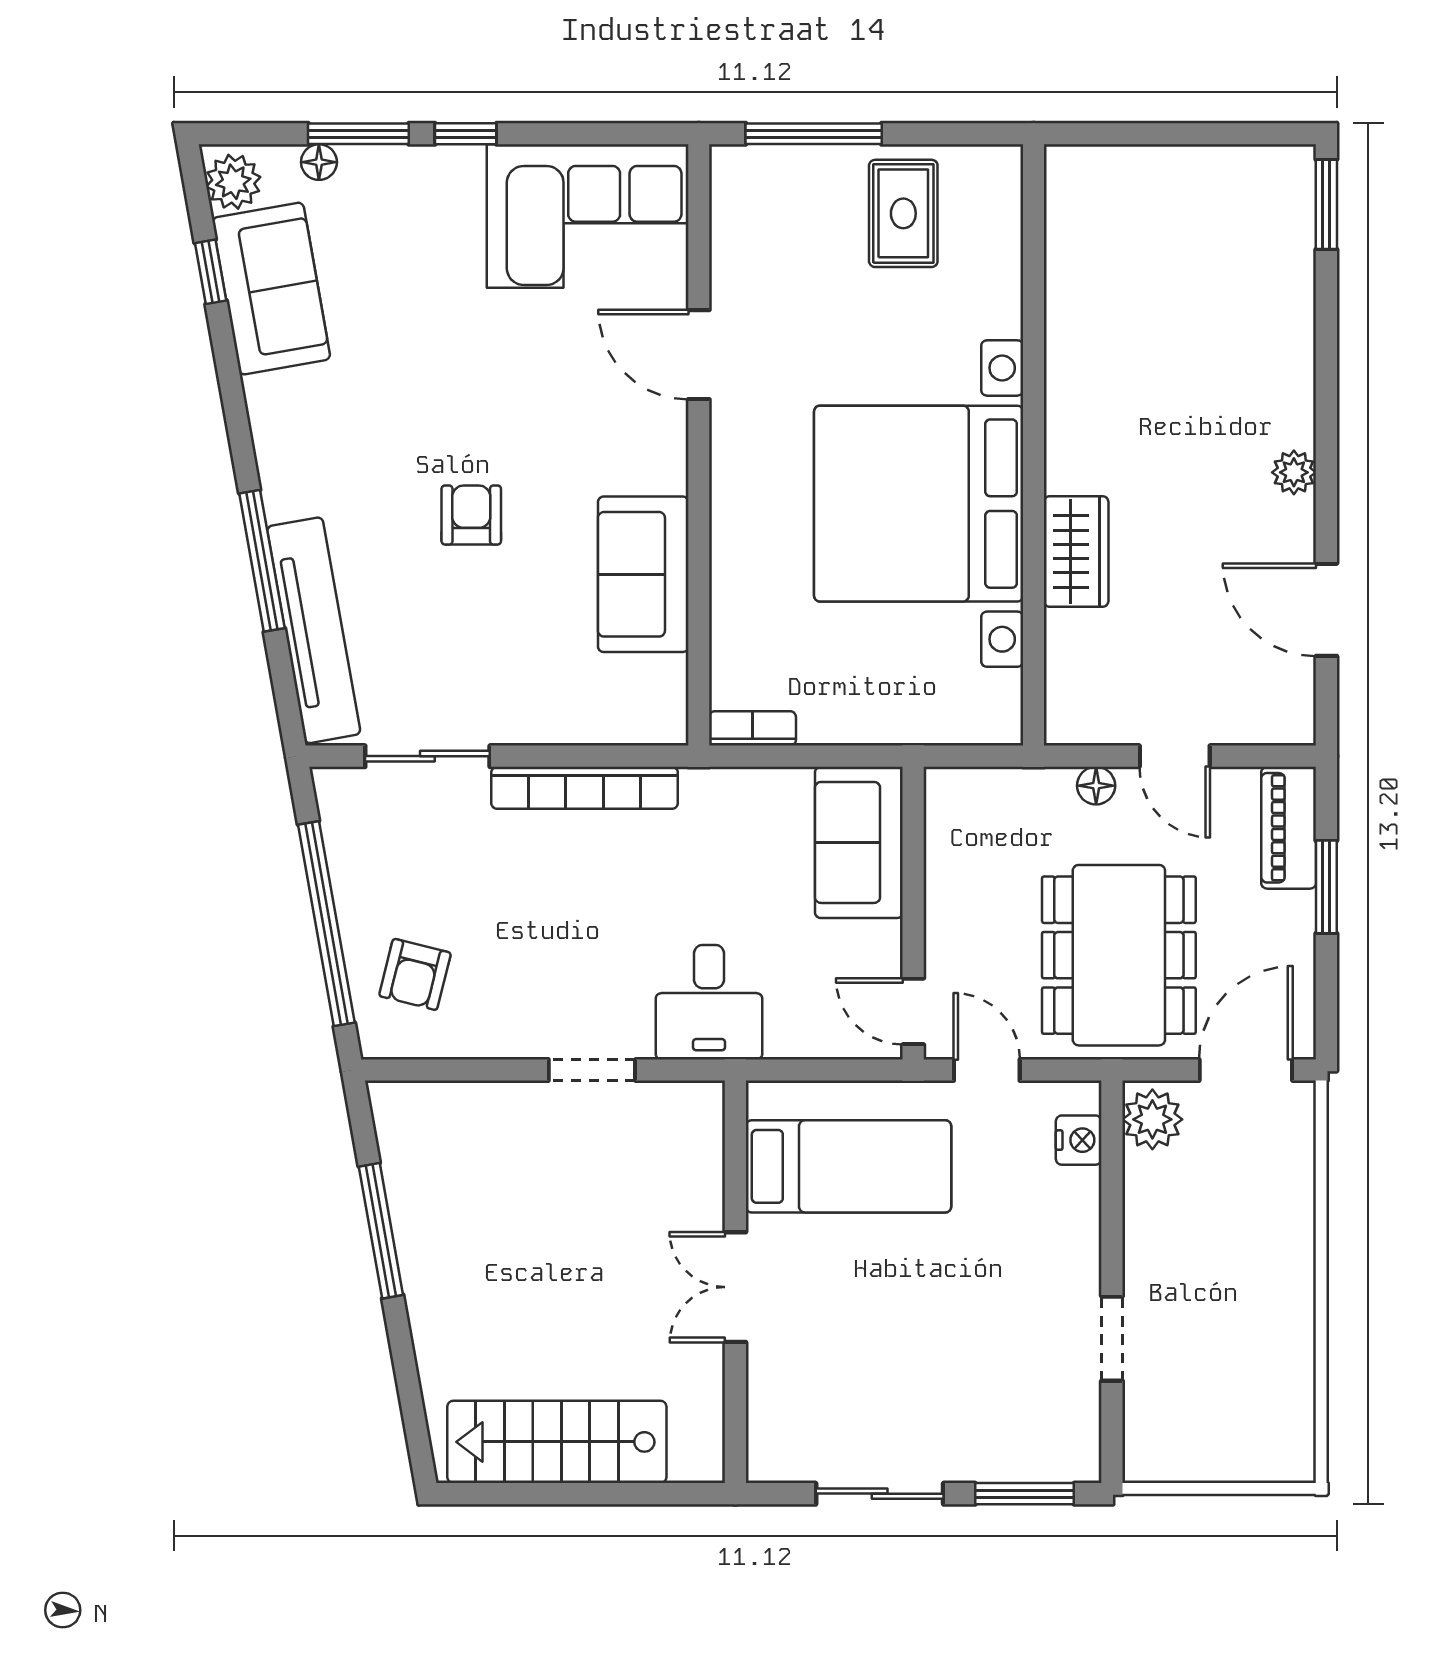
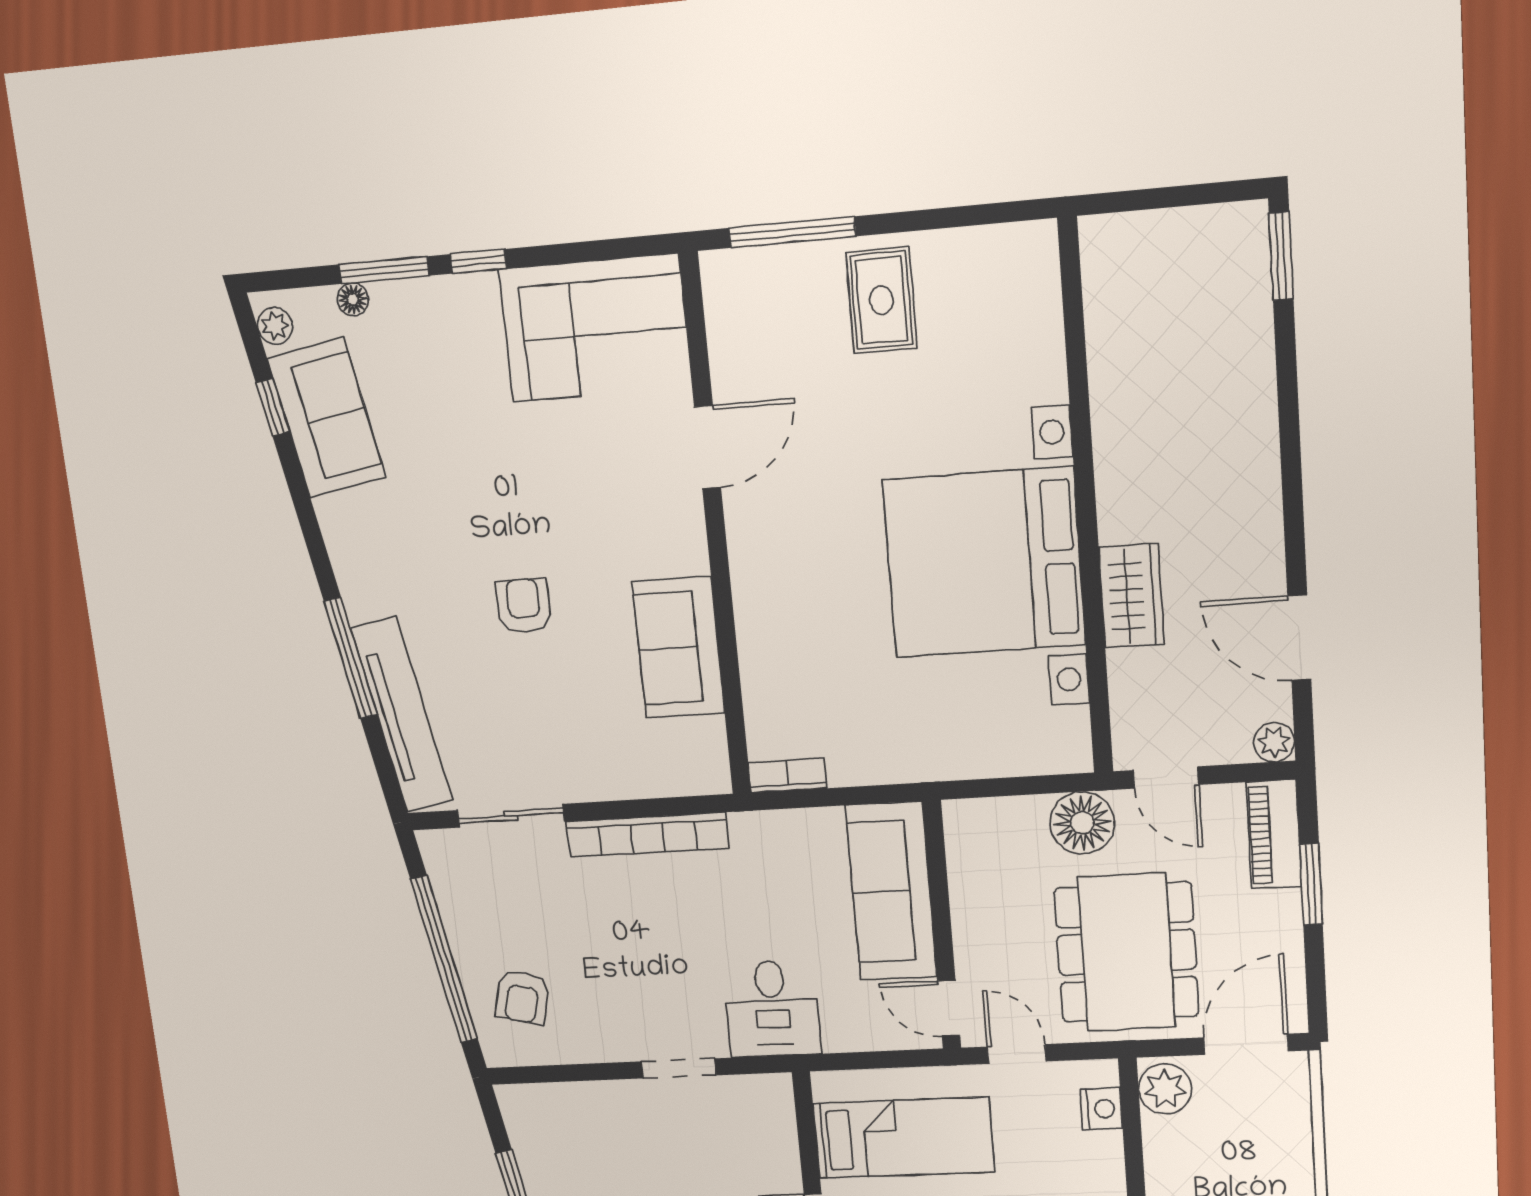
plant: (233, 182) -> (275, 326), width x0.73, depth x0.73
door: (699, 355) -> (708, 447), swing flipped
wall: (1033, 445) -> (1086, 501), moved
plant: (1294, 472) -> (1274, 742), moved
bed with nightstands: (919, 504) -> (984, 563), moved
wardrobe: (1076, 552) -> (1131, 596), moved
floor lamp: (1096, 786) -> (1082, 823), width x1.89, depth x1.89
sofa: (859, 842) -> (891, 891), width x1.36

